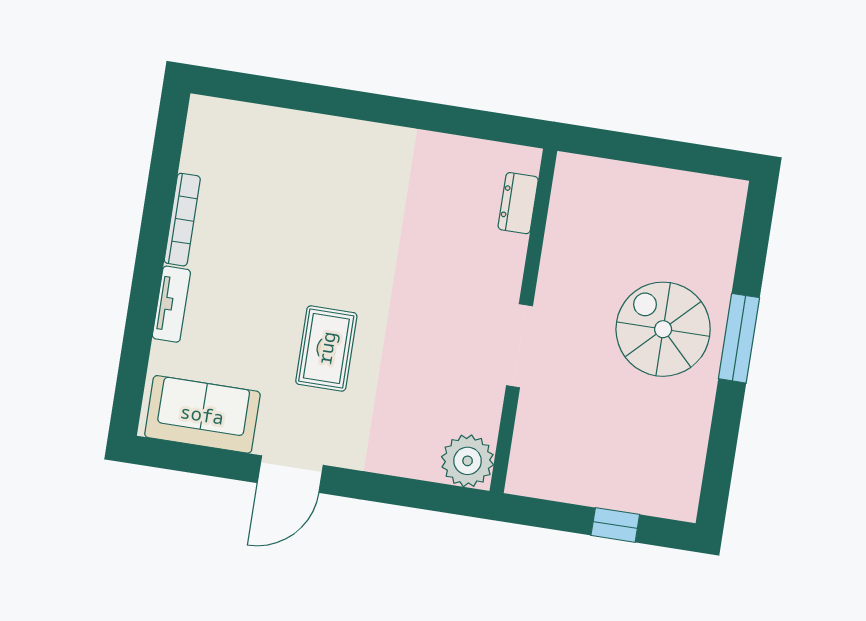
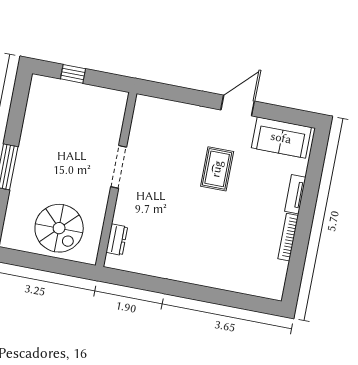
spiral stairs: (663, 329) -> (59, 228), moved
plant: (468, 461) -> (147, 109), removed

